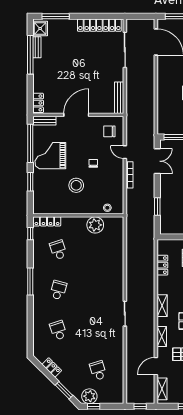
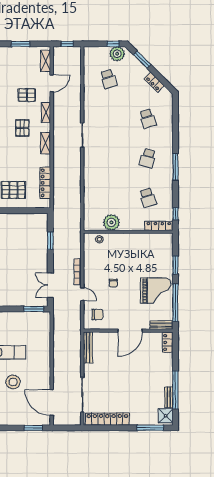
stool: (76, 185) -> (130, 261), removed
locker: (162, 265) -> (45, 183), width x1.53

